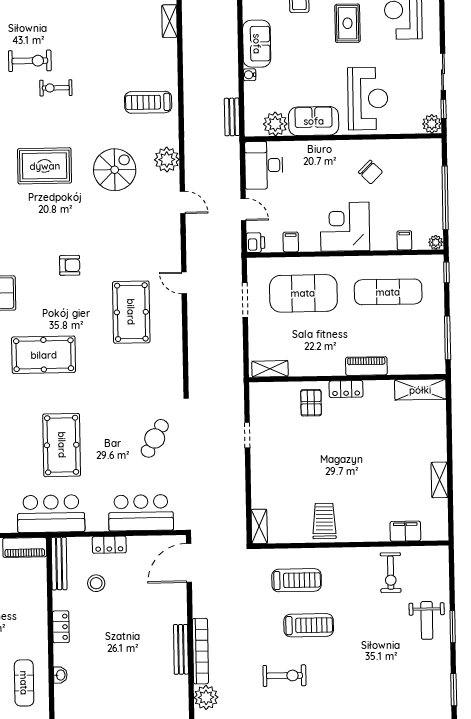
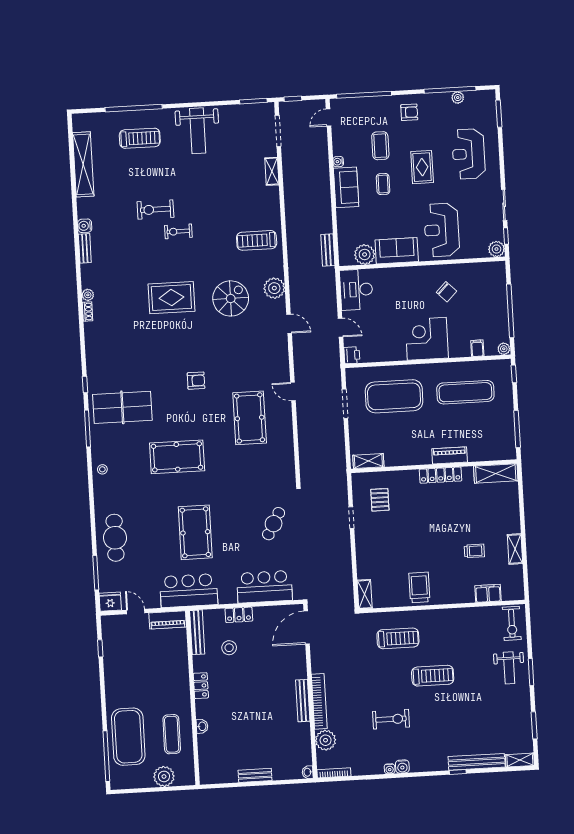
coffee table: (301, 41) -> (383, 184), added
exercise bike: (30, 61) -> (155, 209), turned 180
water cooler: (250, 75) -> (338, 162), moved
reception desk: (368, 99) -> (442, 230), turned 180
filing cabinet: (291, 242) -> (382, 353), removed
locker: (346, 389) -> (441, 475), width x1.53
pallet: (311, 403) -> (380, 500), moved
trolley: (391, 480) -> (474, 551), added
exercise bike: (391, 573) -> (512, 623), moved
treadmill: (309, 625) -> (433, 676), moved

